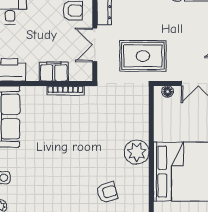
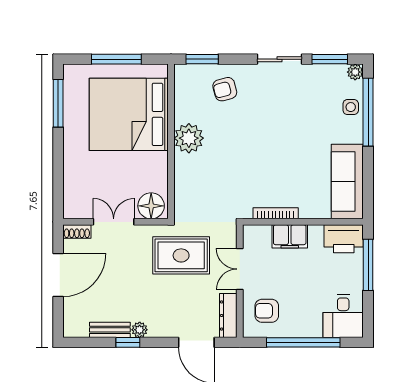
double door: (95, 45) -> (240, 269), swing flipped
floor lamp: (168, 92) -> (151, 206), width x1.89, depth x1.89

